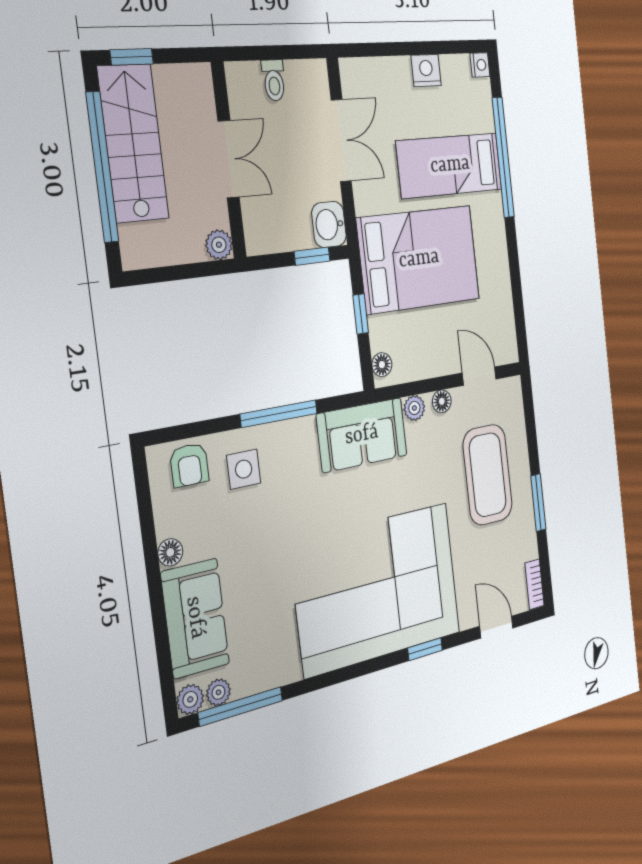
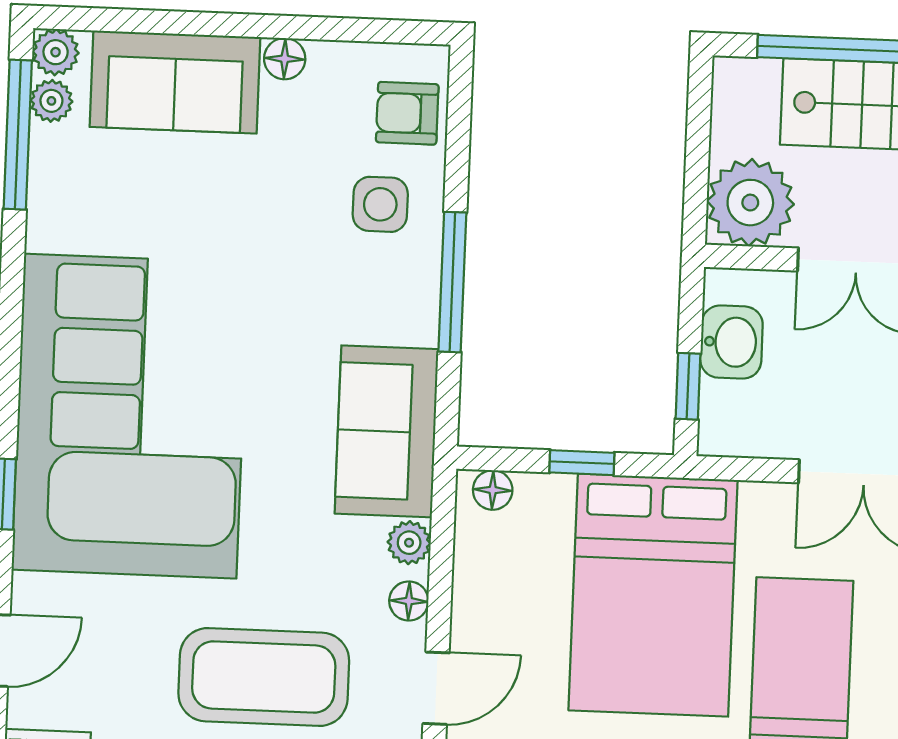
washbasin: (329, 224) -> (731, 342), moved, turned 90
plant: (219, 245) -> (750, 203), width x1.87, depth x1.87

